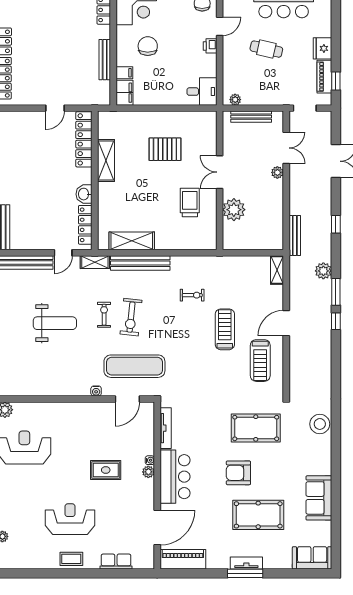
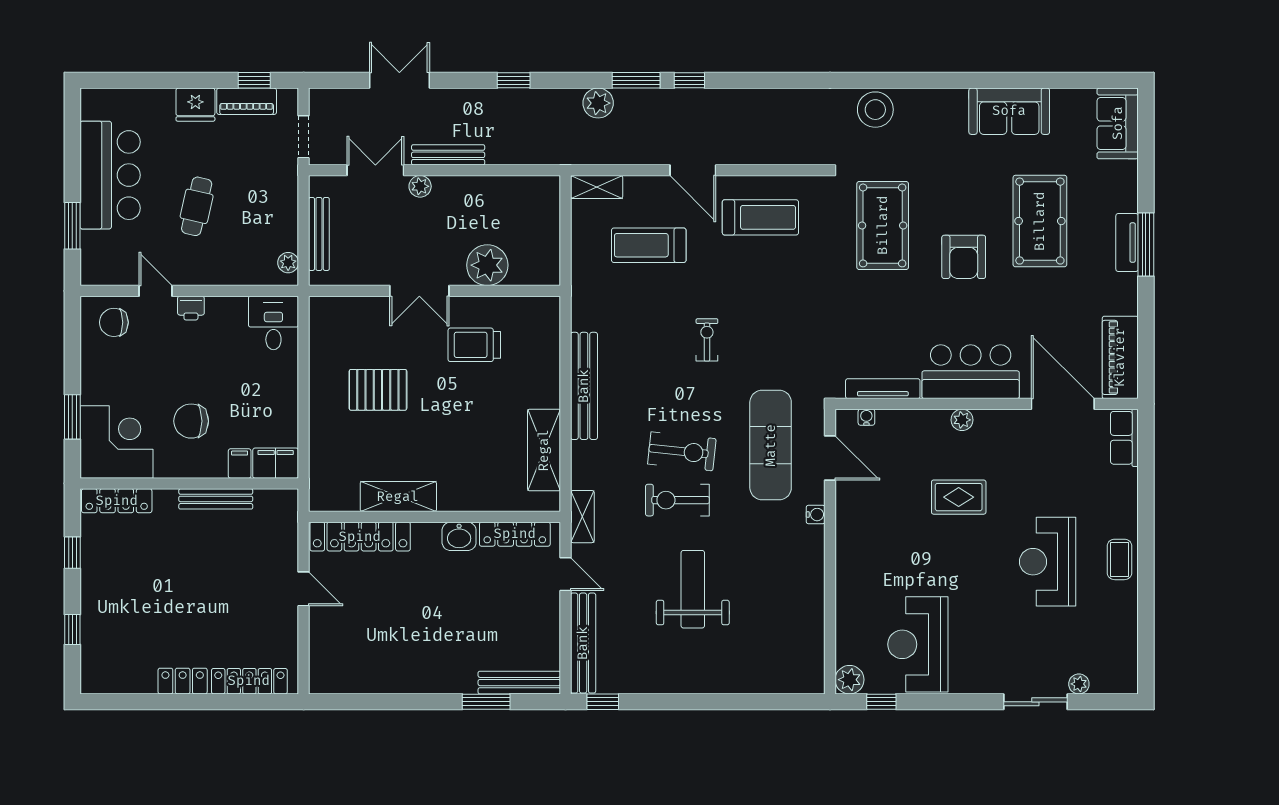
pallet: (165, 149) -> (378, 390), turned 90
bench: (295, 236) -> (448, 155), moved
bench: (140, 263) -> (584, 386), moved
exercise bike: (192, 295) -> (707, 340), moved
exercise bike: (104, 315) -> (677, 500), width x1.38, depth x1.39
treadmill: (225, 329) -> (649, 245), moved
water cooler: (150, 460) -> (866, 417), moved
rug: (106, 470) -> (959, 497), turned 90
row of seats: (116, 562) -> (1124, 438), moved

